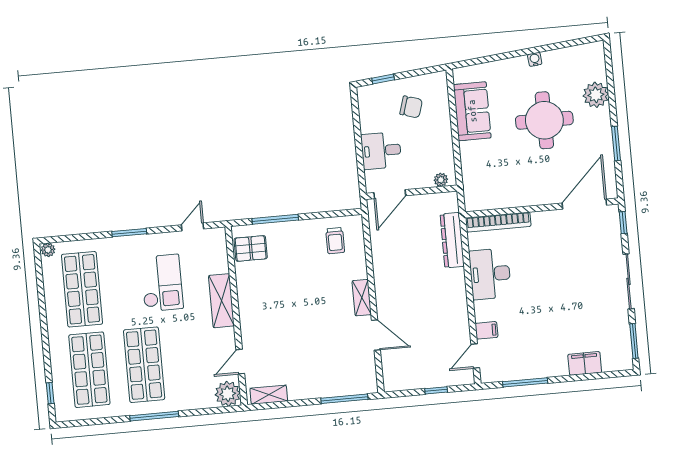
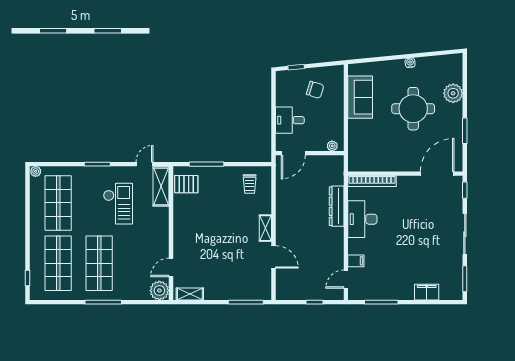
dresser: (452, 240) -> (337, 206), moved
shelving: (221, 301) -> (161, 186), moved

